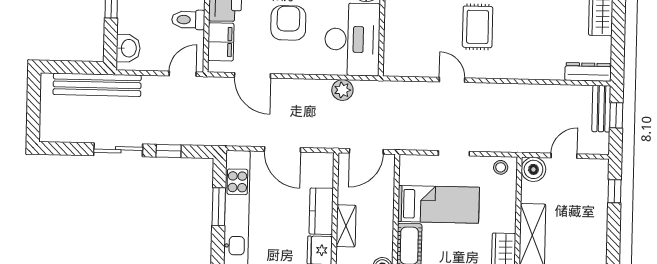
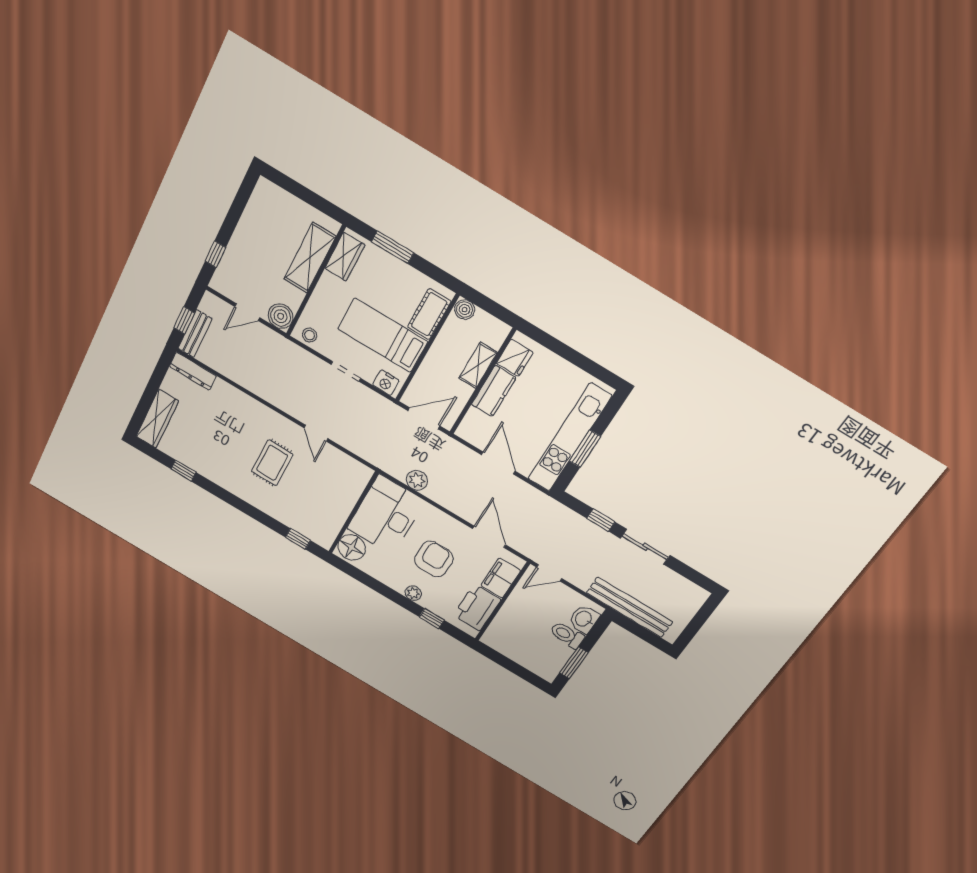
toilet: (188, 20) -> (567, 635), moved, turned 180
armchair: (288, 23) -> (434, 559), turned 180
nightstand: (415, 164) -> (386, 383), added

